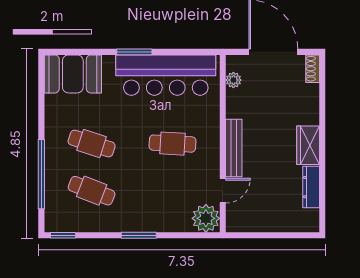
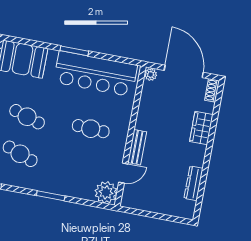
plant: (233, 80) -> (151, 74), moved
wardrobe: (308, 145) -> (201, 128), moved
bench: (234, 148) -> (137, 147), width x0.73

